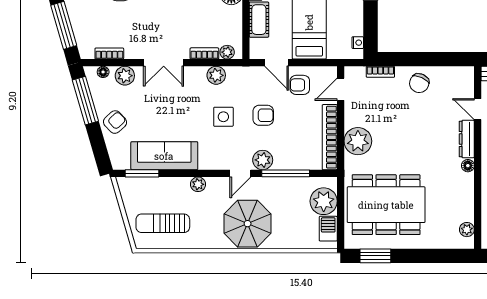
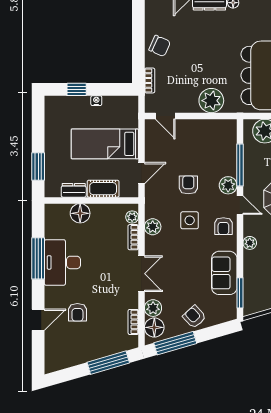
nightstand: (358, 43) -> (96, 101), moved
floor lamp: (103, 72) -> (154, 327), width x1.89, depth x1.89
armchair: (300, 85) -> (223, 226), moved
bookcase: (330, 137) -> (208, 126), removed
sofa: (164, 156) -> (224, 273), width x0.73

